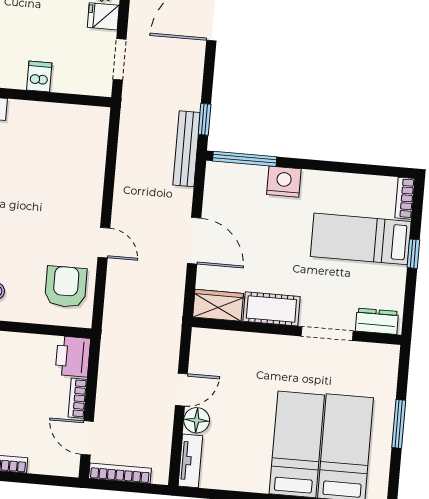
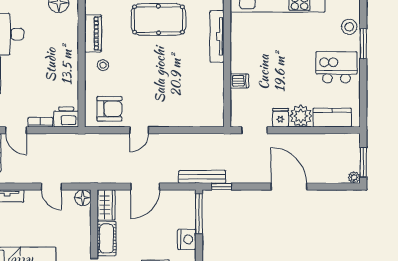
floor lamp: (197, 420) -> (83, 198), moved
door: (87, 438) -> (16, 130), swing flipped

